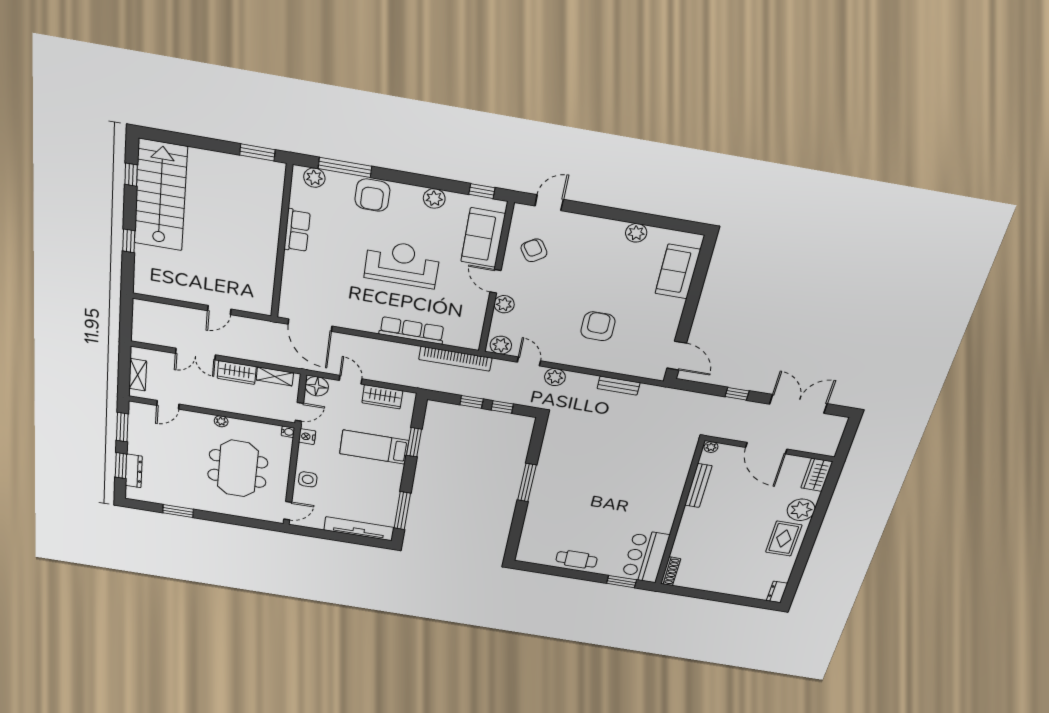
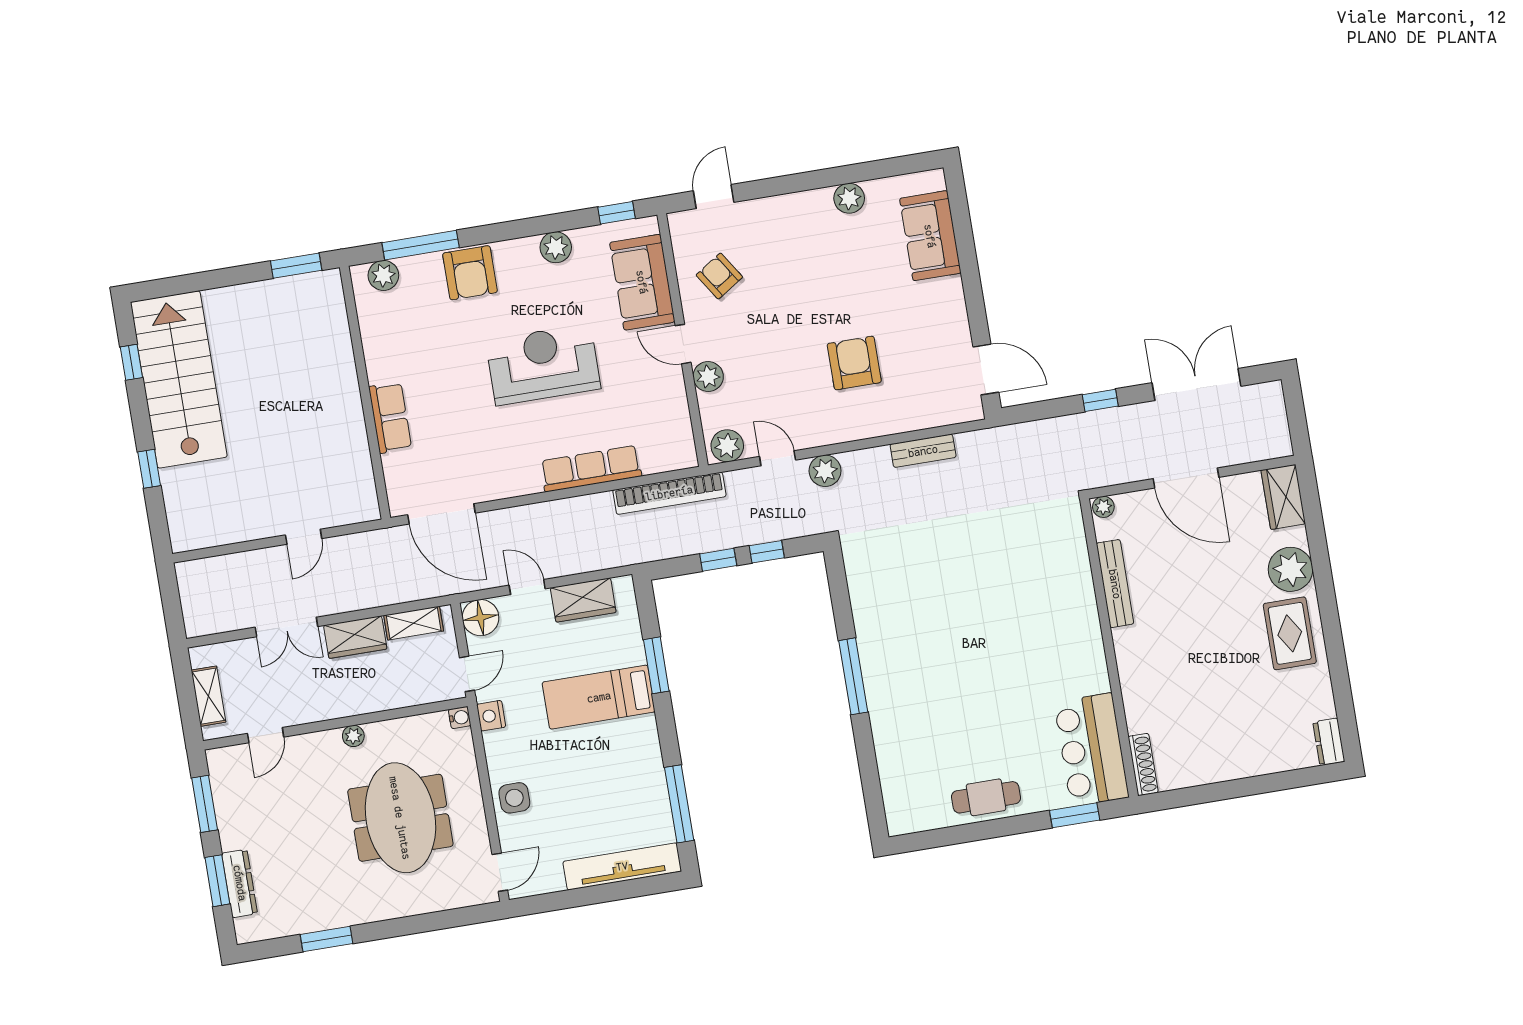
row of seats: (297, 231) -> (390, 418), moved

